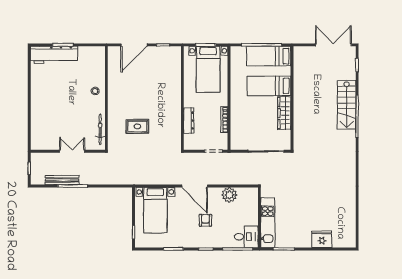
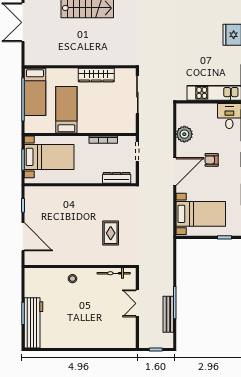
bed: (269, 86) -> (66, 110), moved, turned 180
dresser: (189, 121) -> (117, 178), moved

